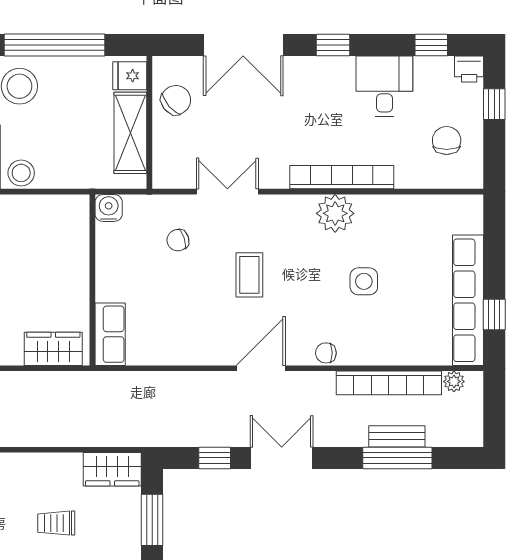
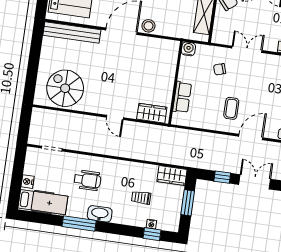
coffee table: (249, 275) -> (231, 108), moved
row of seats: (110, 334) -> (182, 97), moved

